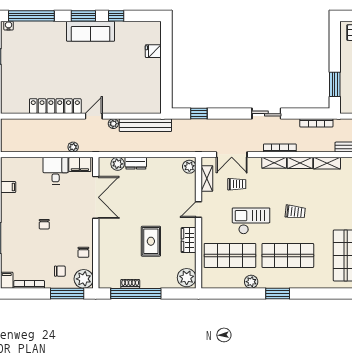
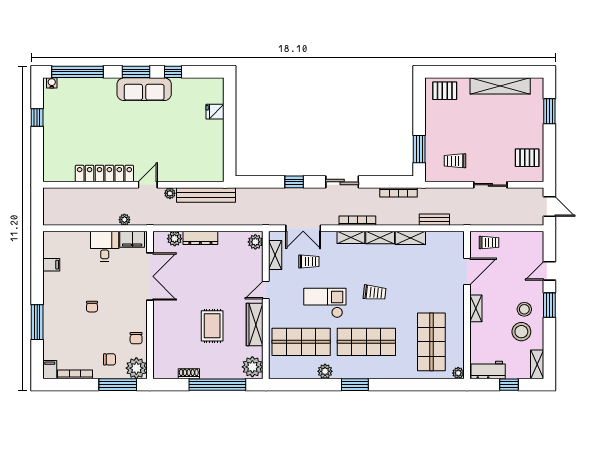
window: (199, 114) -> (294, 182), moved
dresser: (136, 163) -> (200, 238), width x1.44
wardrobe: (189, 240) -> (255, 324), width x1.50
window: (136, 293) -> (217, 385), moved

